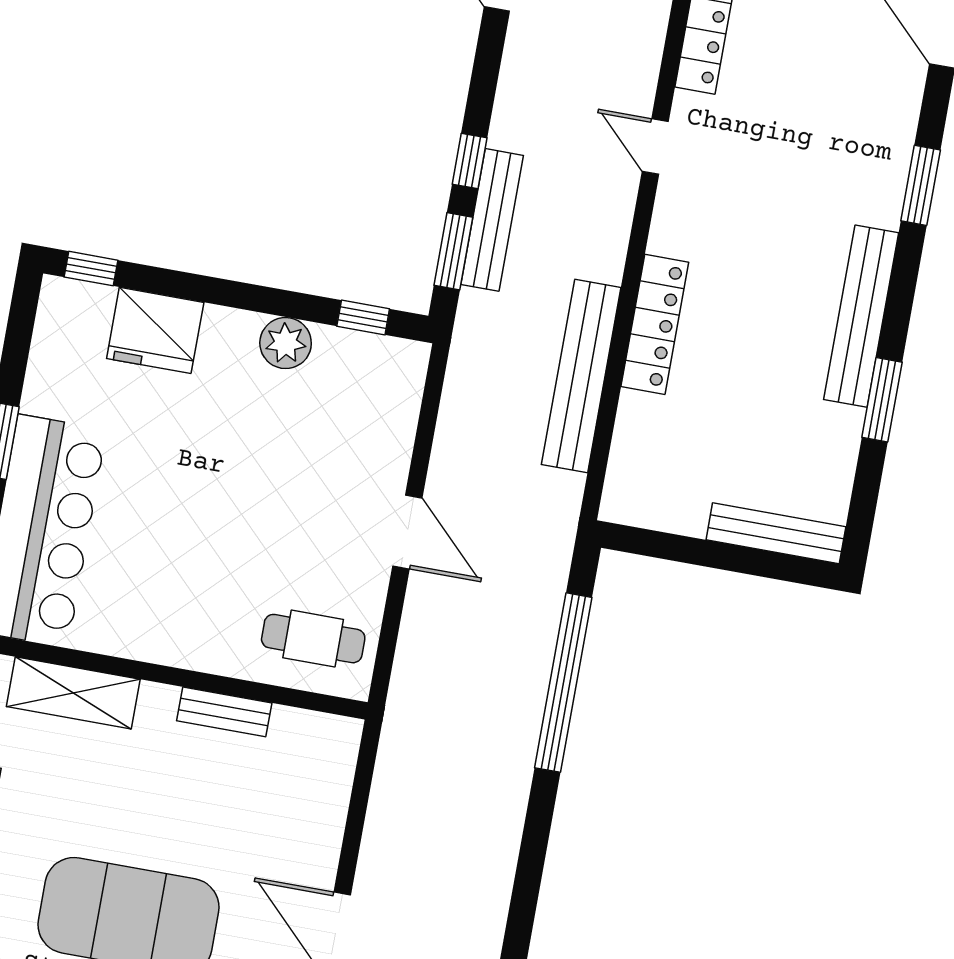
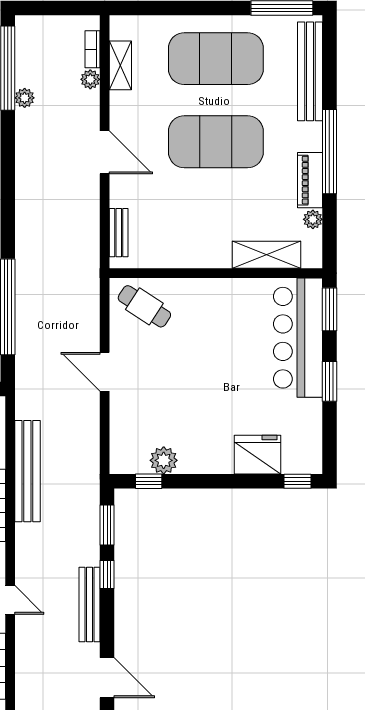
bench: (492, 220) -> (90, 605), moved
plant: (286, 343) -> (164, 460), moved
cafe table: (313, 639) -> (144, 306), turned 33
bench: (224, 712) -> (119, 233), moved, turned 90

